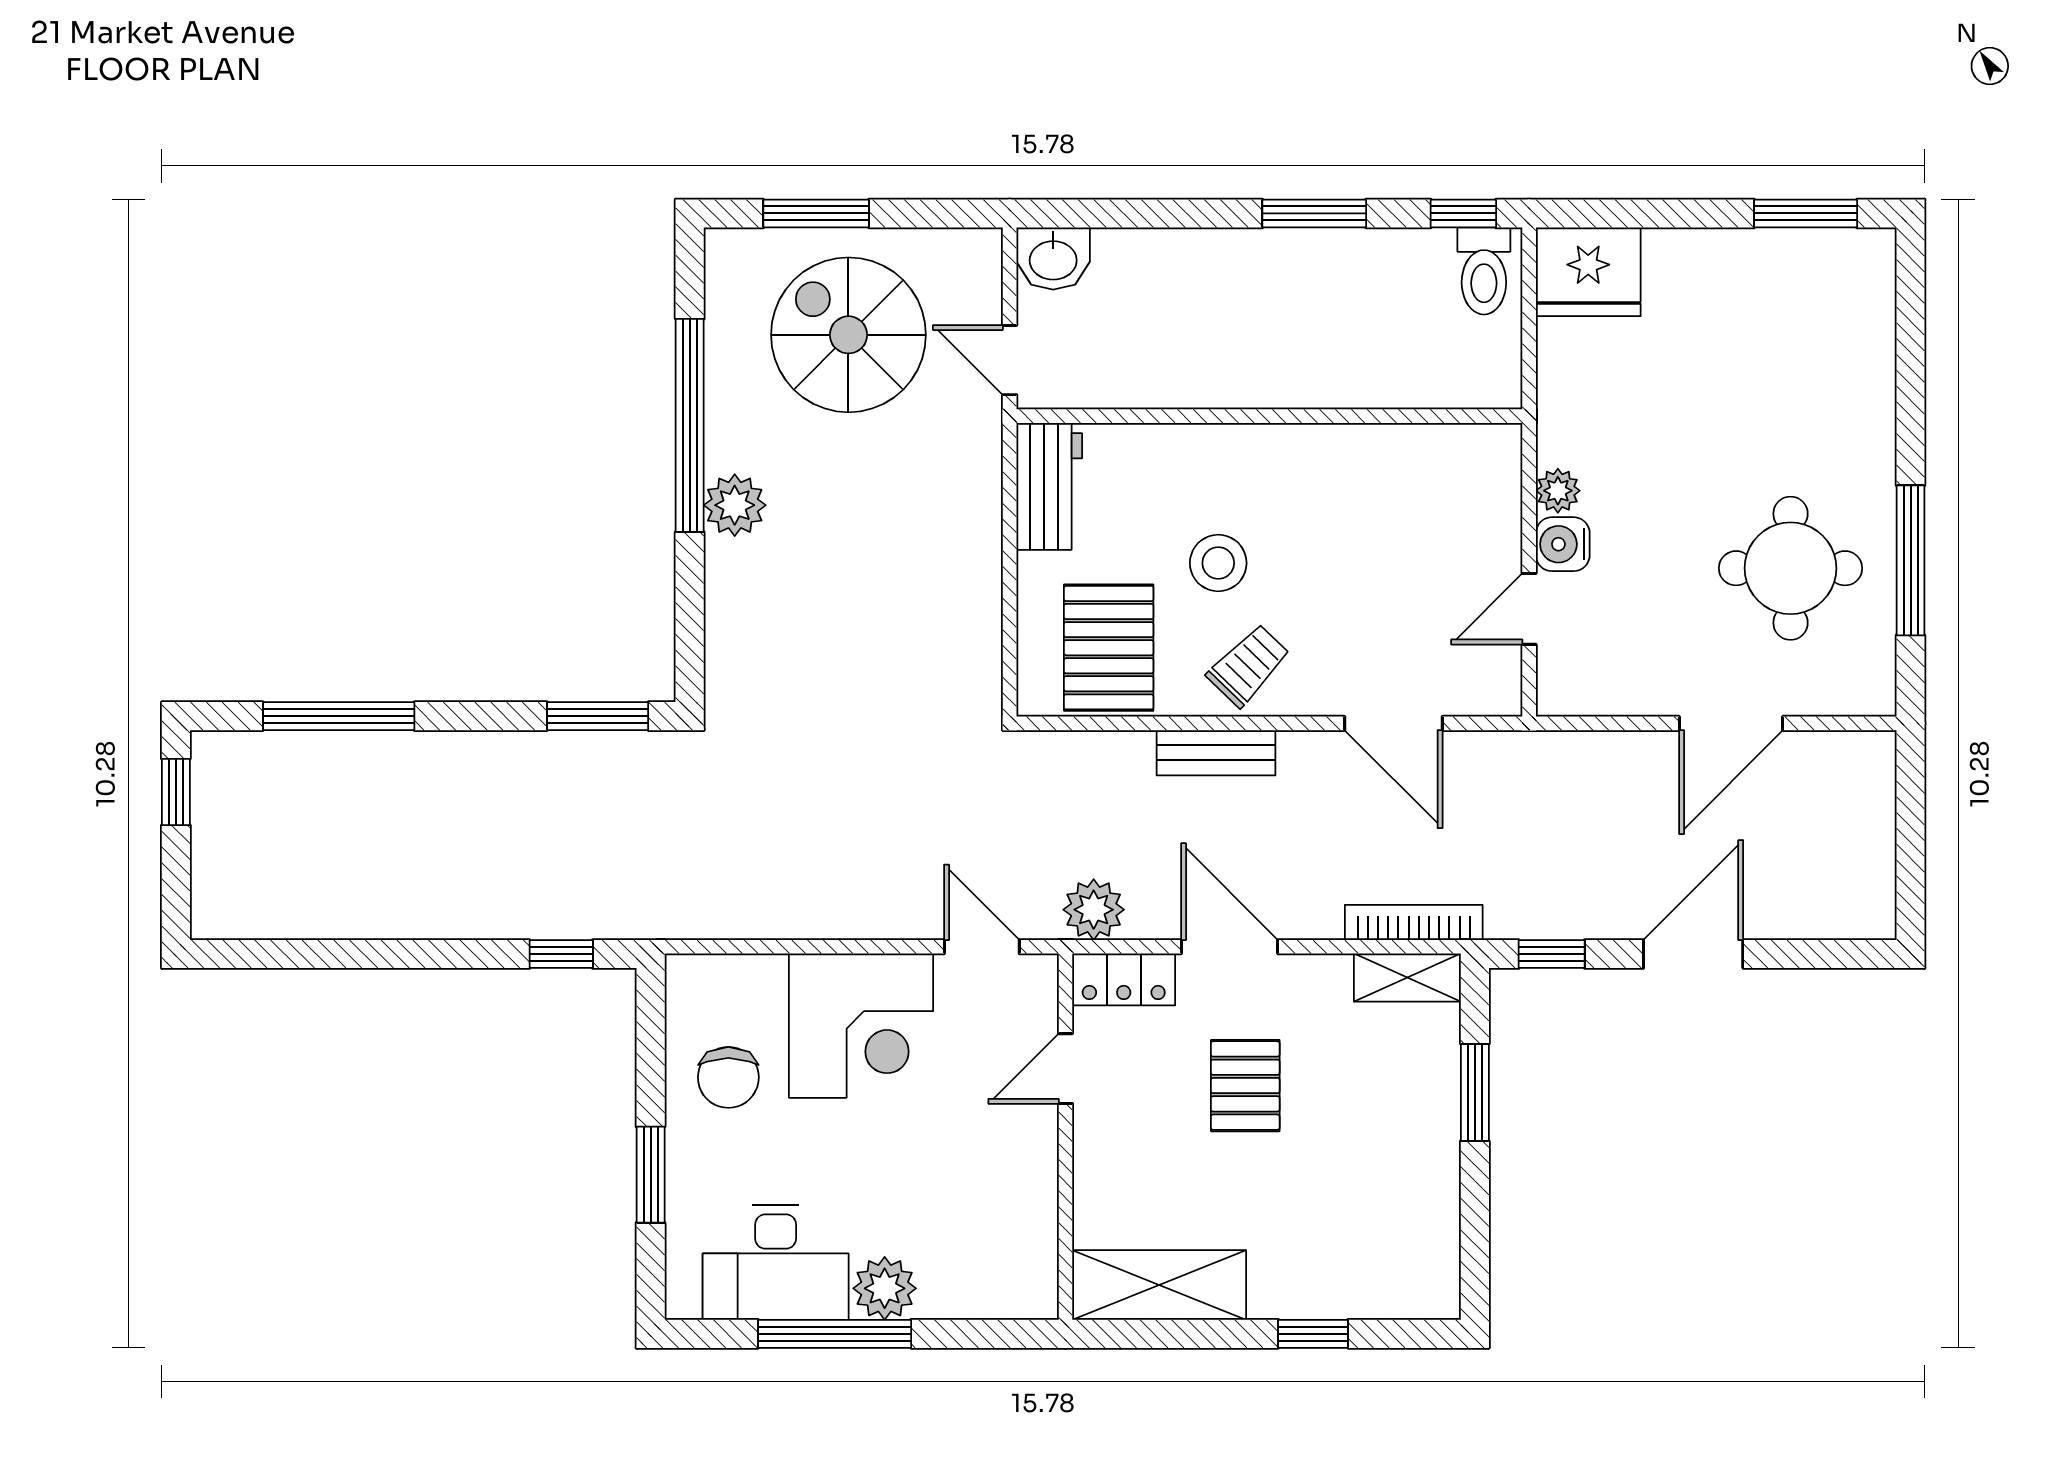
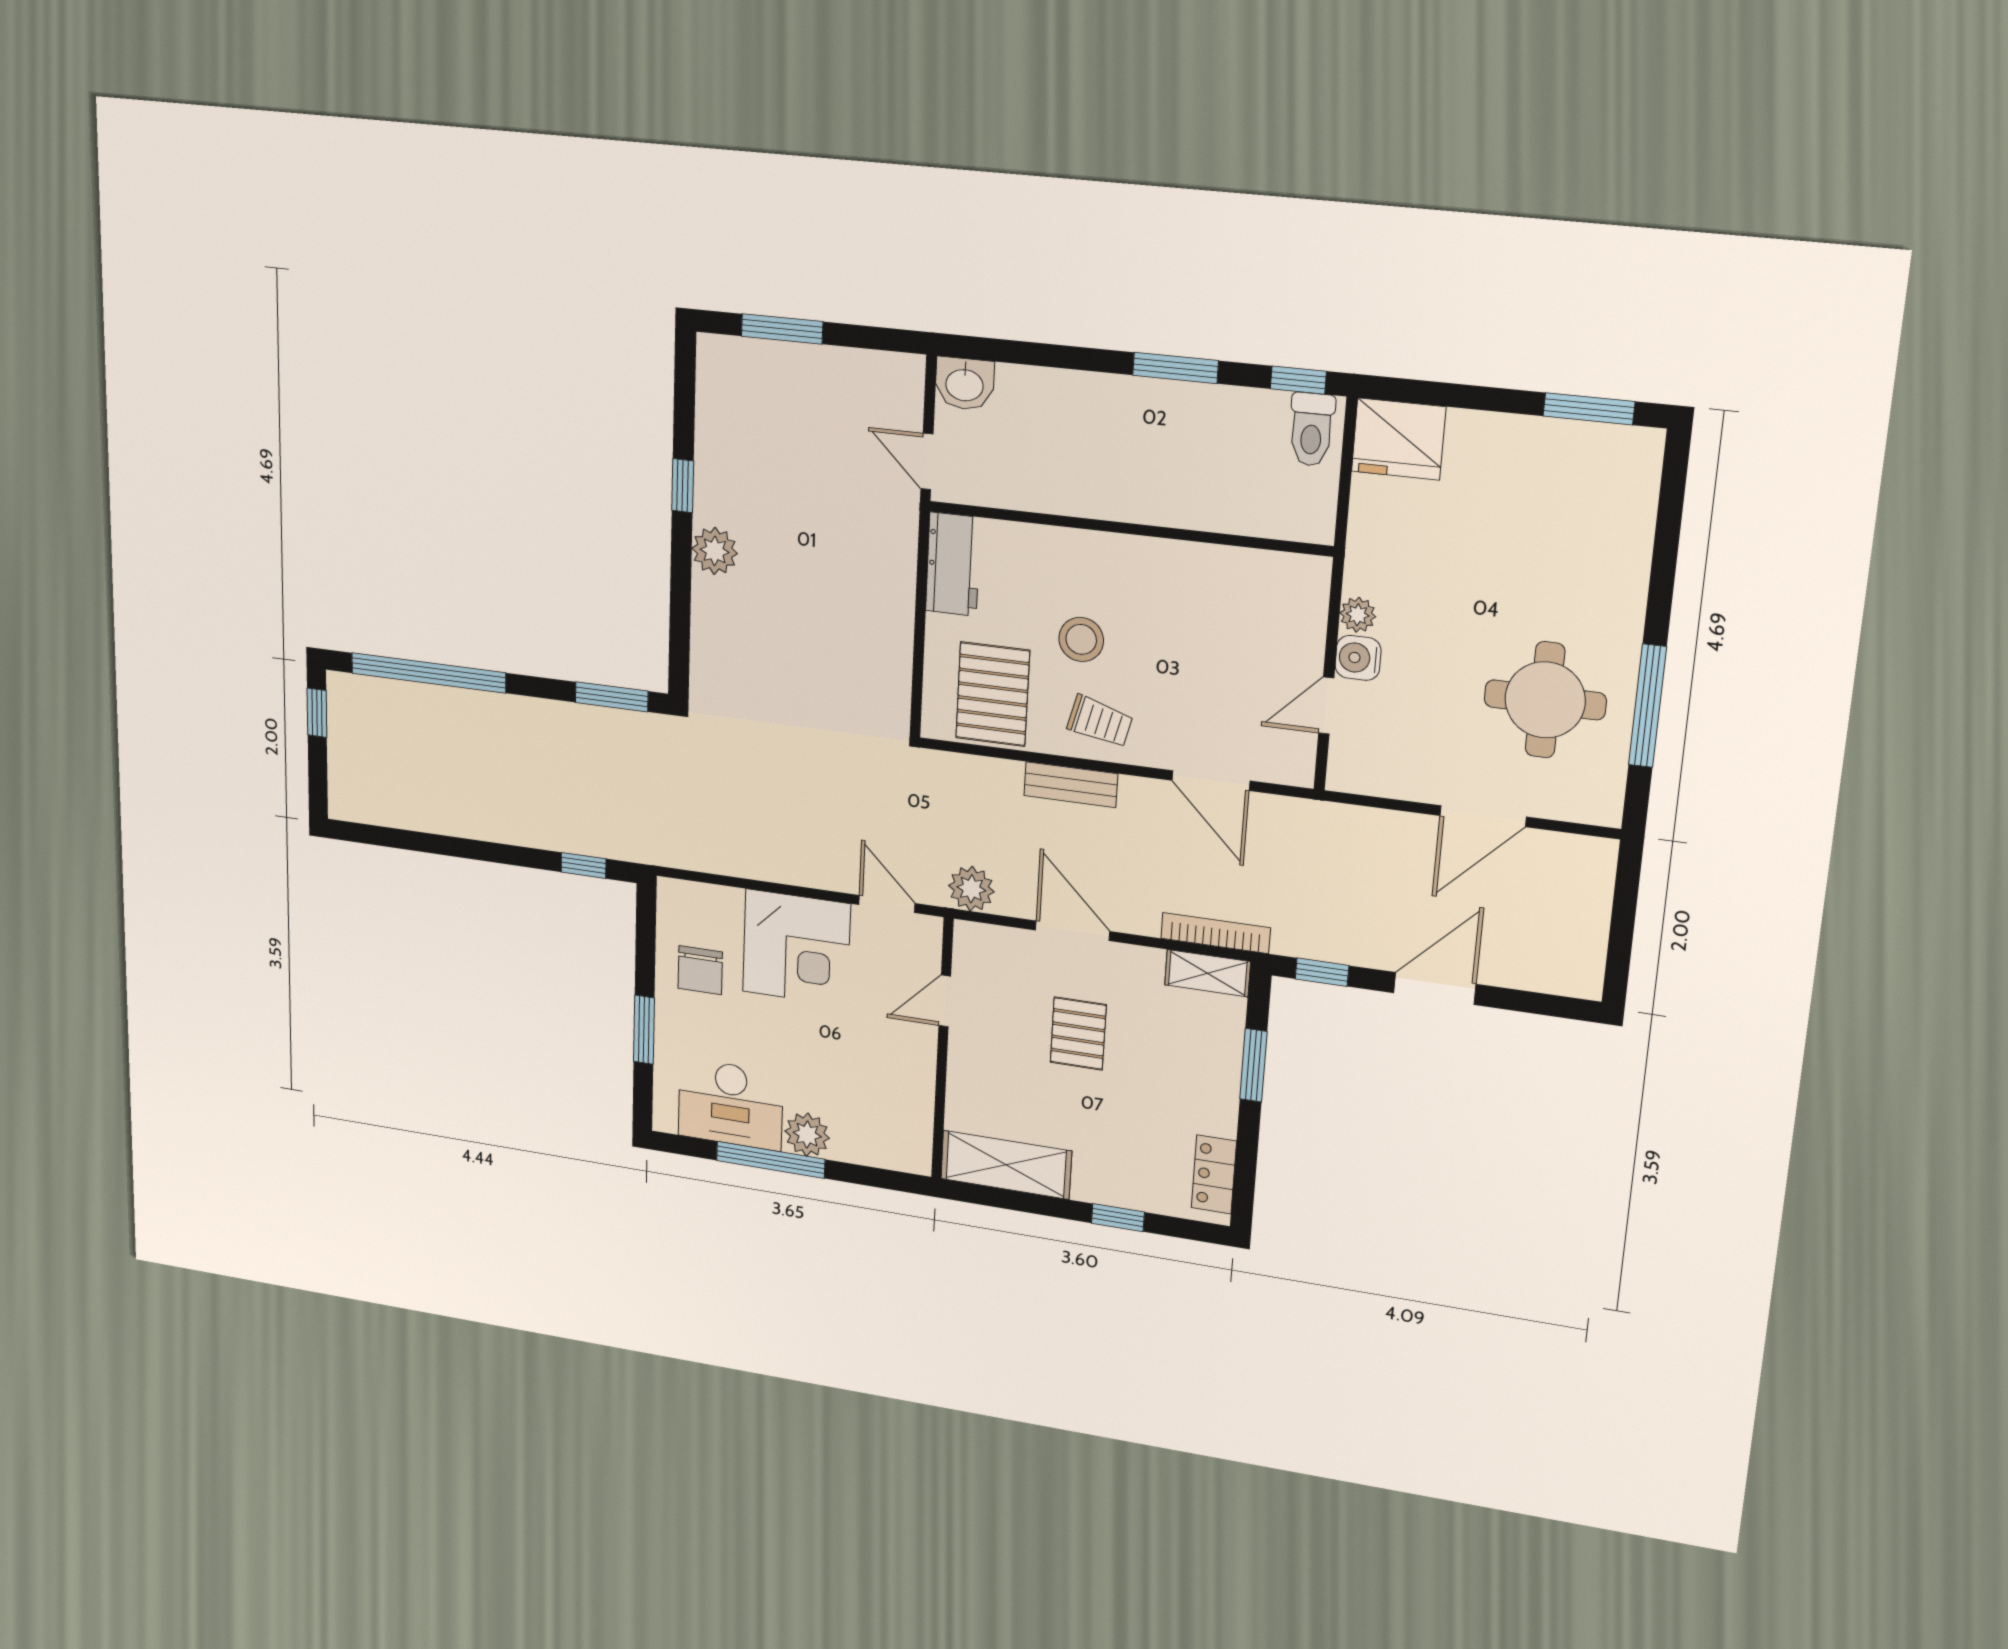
spiral stairs: (848, 335) -> (804, 428), removed
window: (690, 425) -> (683, 486), width x0.32
trolley: (1248, 665) -> (1100, 721), turned 60
window: (339, 716) -> (428, 673), width x1.46
locker: (1124, 979) -> (1214, 1174), moved, turned 90

